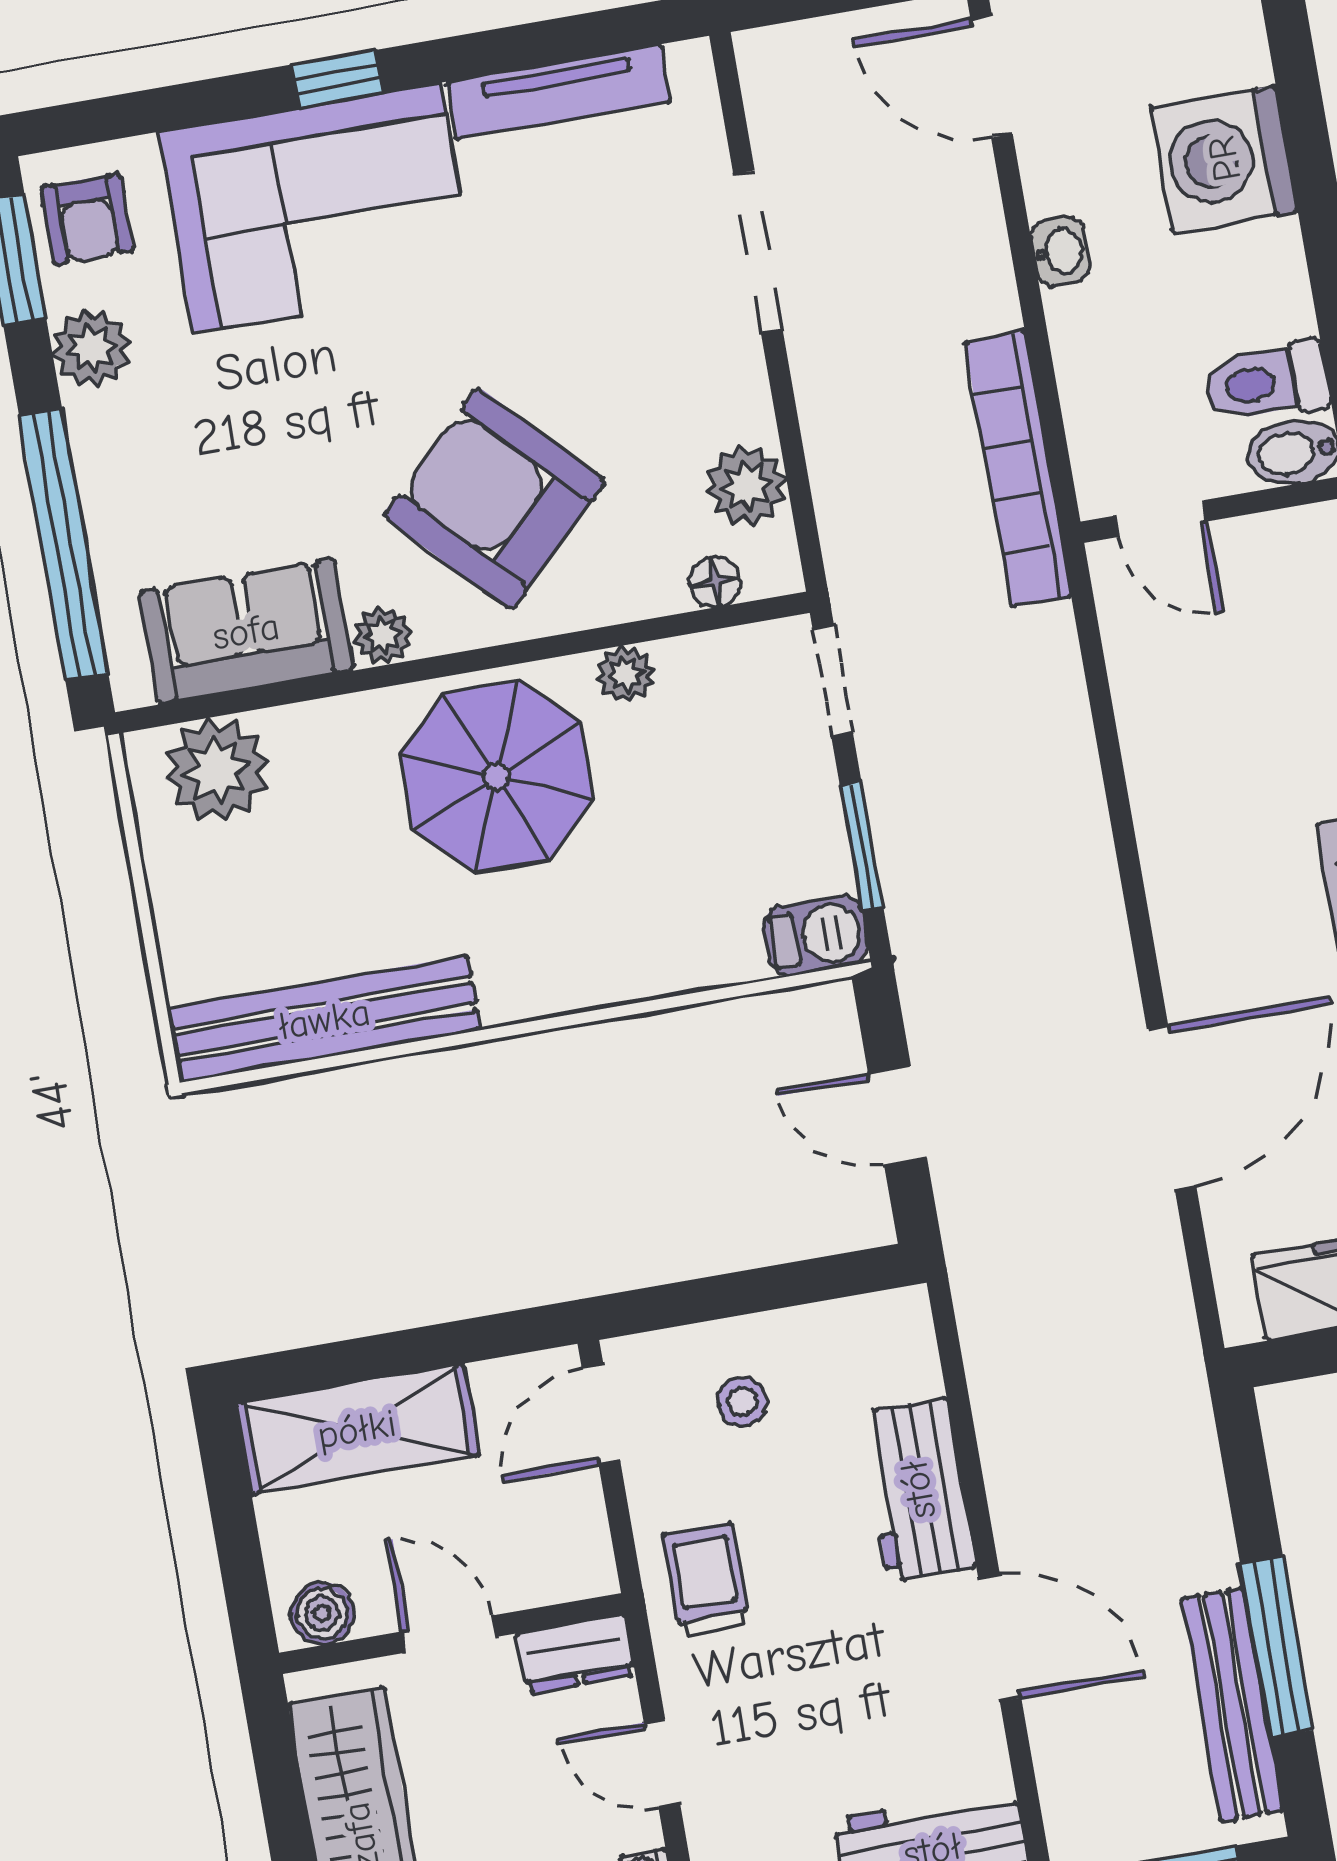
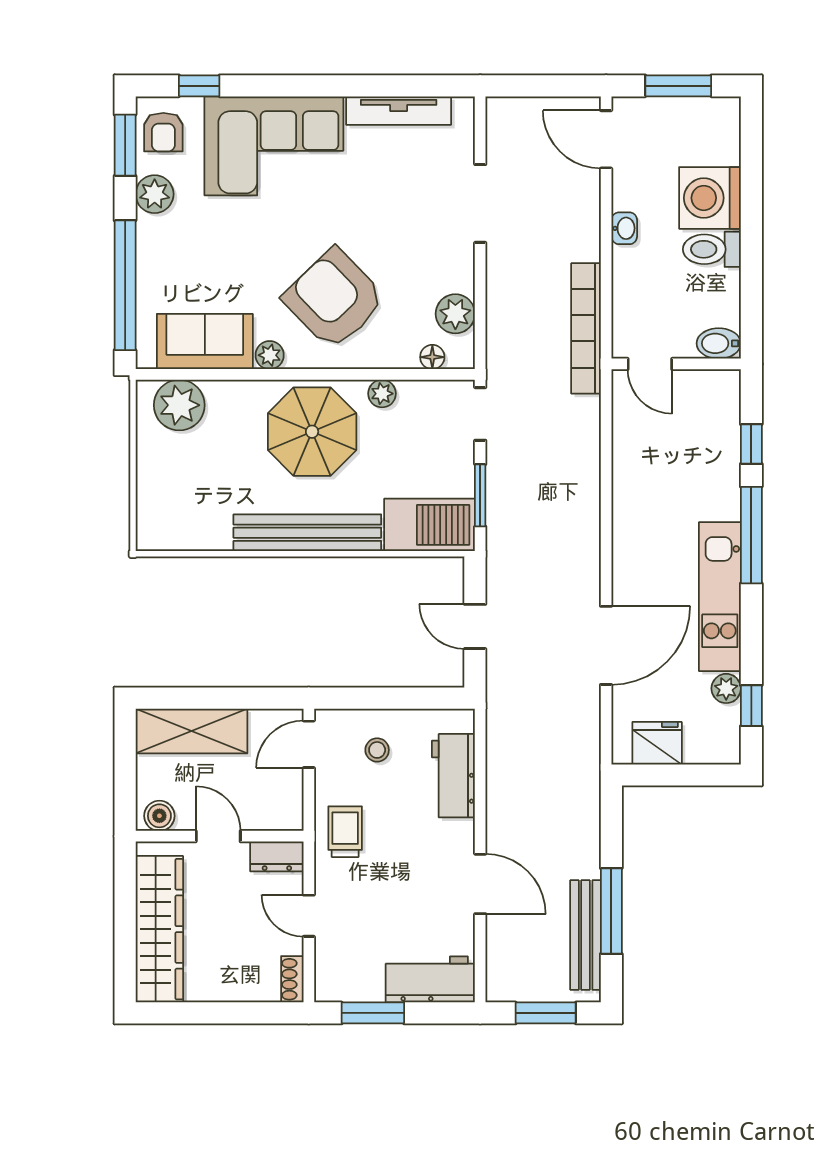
window: (337, 79) -> (199, 86), moved
toilet: (1267, 382) -> (712, 249), moved
barbecue: (816, 936) -> (429, 525), width x1.88, depth x1.53
bench: (324, 1019) -> (307, 533), moved
workbench: (918, 1490) -> (453, 776), moved

